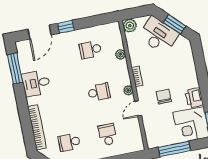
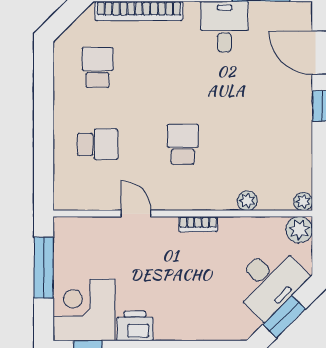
school desk: (90, 50) -> (268, 144), removed
plant: (128, 90) -> (303, 202), moved
school desk: (99, 92) -> (183, 144), turned 180
chair: (164, 97) -> (149, 268), removed

